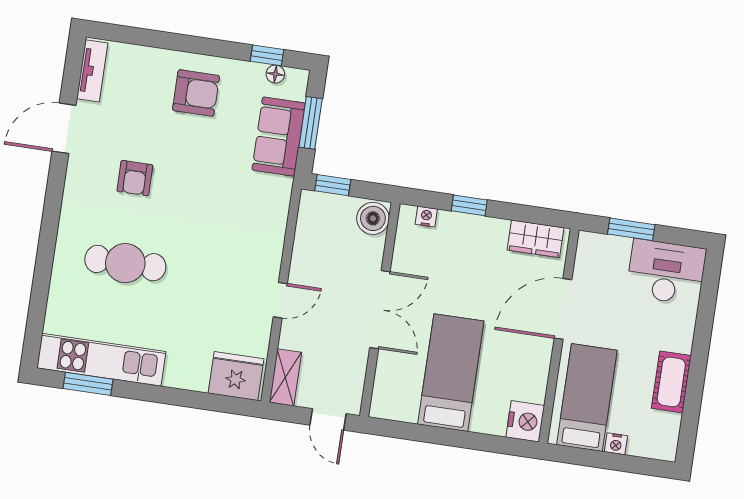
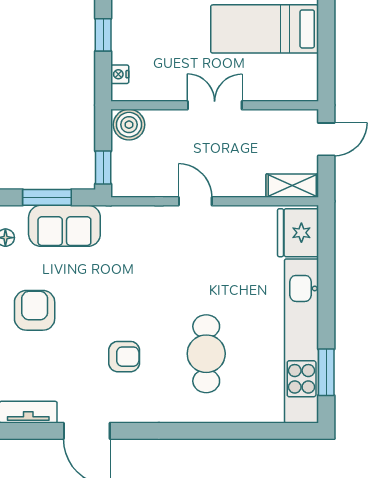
door: (280, 300) -> (195, 201), moved
double door: (380, 310) -> (215, 105), width x0.73
kitchen unit: (101, 360) -> (302, 341), width x1.36

